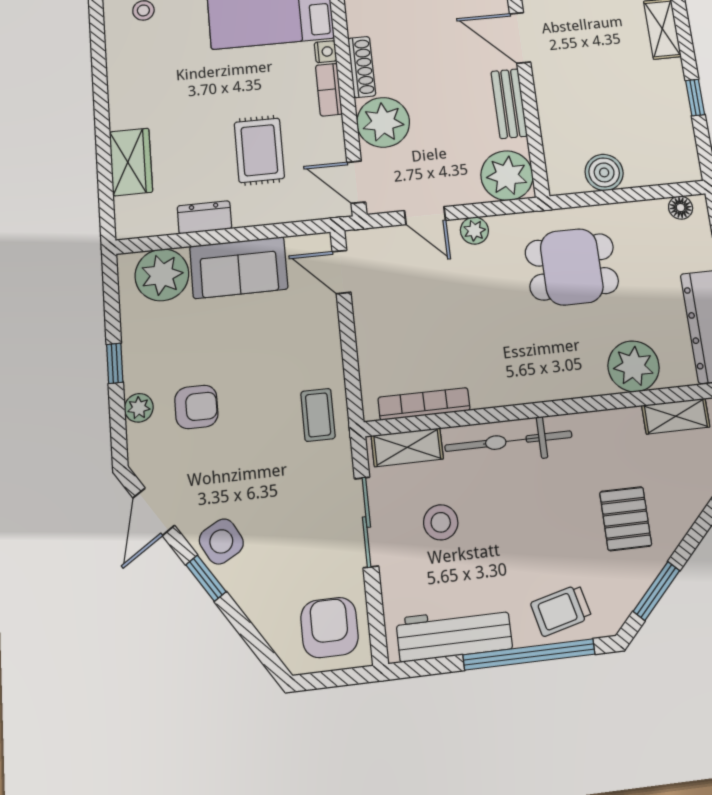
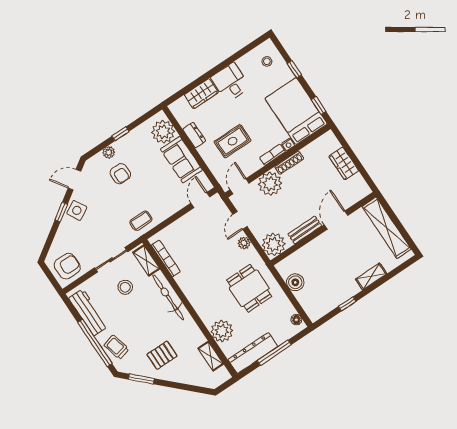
desk: (142, 96) -> (230, 82), added

